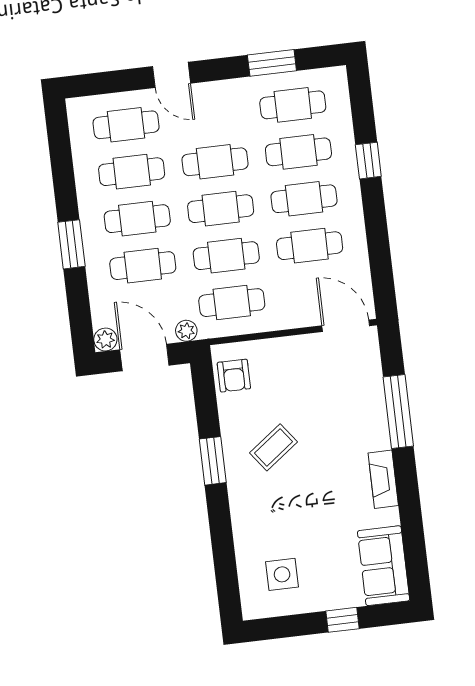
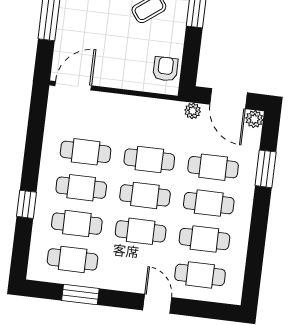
window: (71, 244) -> (266, 169), moved
cafe table: (232, 303) -> (154, 124), removed
door: (346, 326) -> (73, 86), swing flipped

